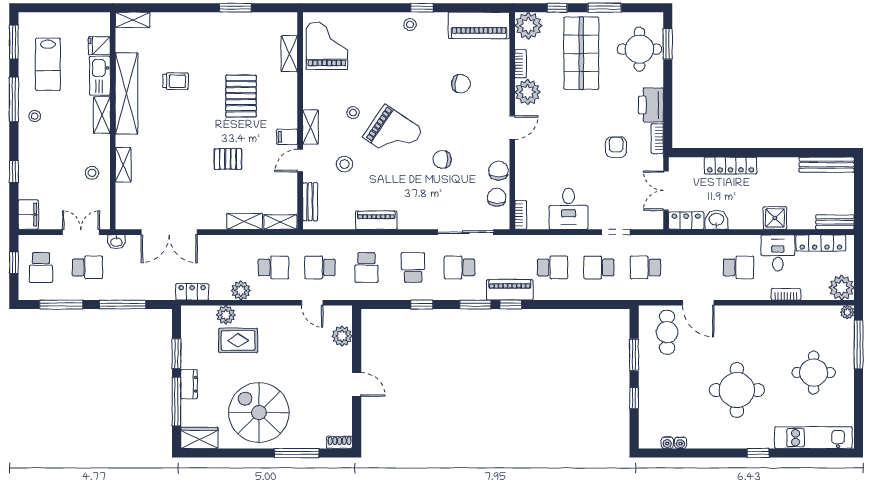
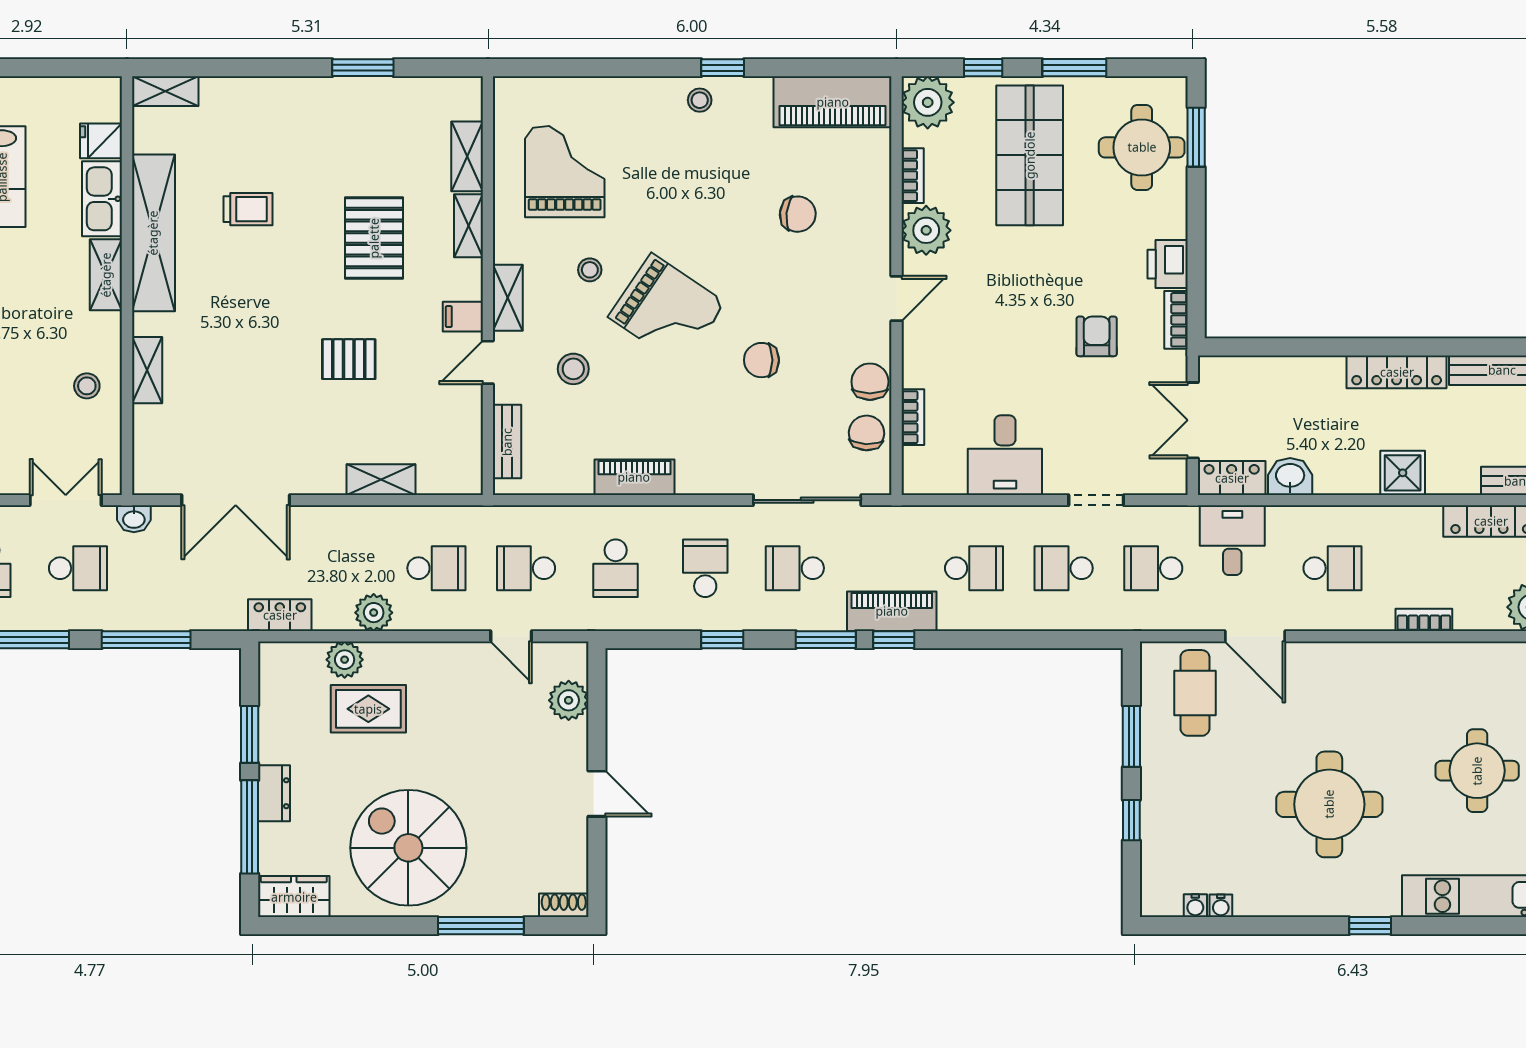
grand piano: (327, 46) -> (565, 172), moved
printer: (651, 105) -> (1168, 264), width x0.73, depth x0.84
locker: (731, 166) -> (1397, 372), moved
bookcase: (521, 215) -> (913, 417), moved
shelving: (280, 222) -> (468, 226), moved, turned 90
desk: (778, 253) -> (1232, 540), moved

